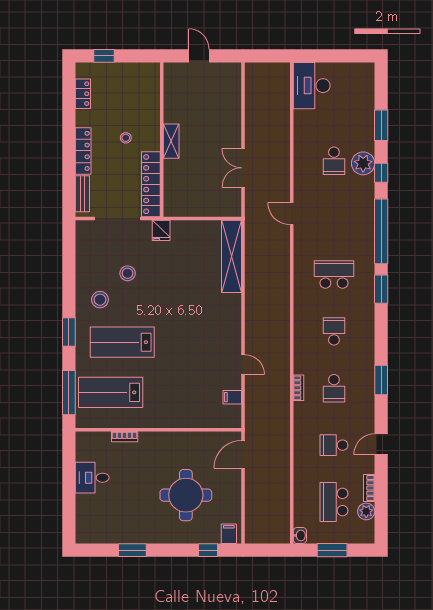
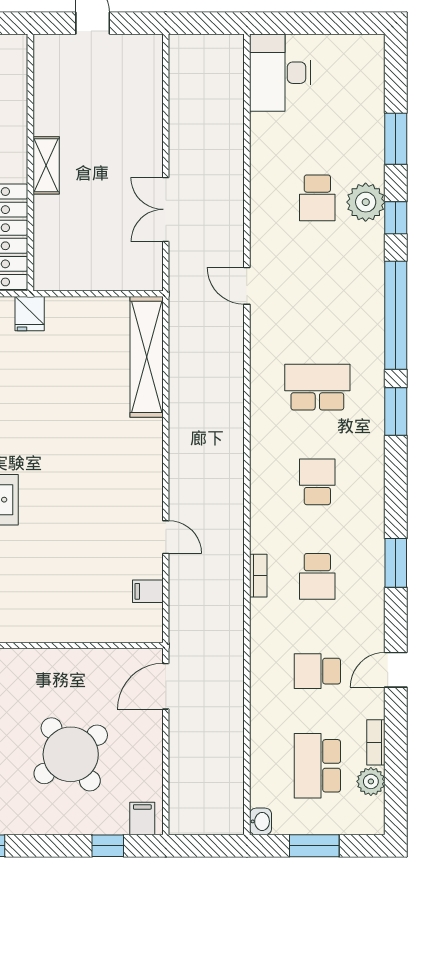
round table: (186, 495) -> (71, 754), turned -36

